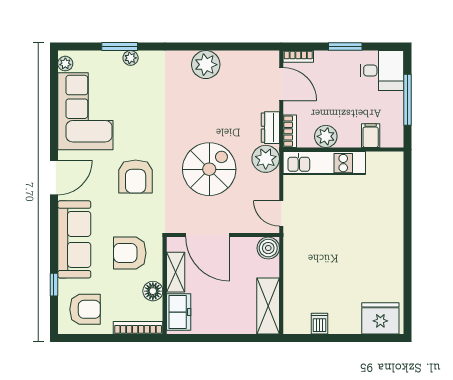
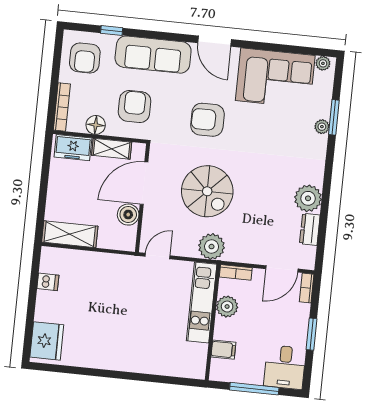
dresser: (270, 128) -> (310, 229), moved, turned -90
boiler: (268, 248) -> (128, 215), moved

